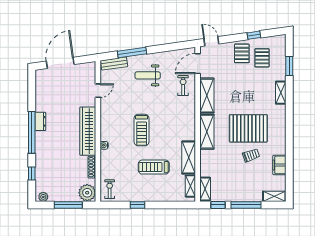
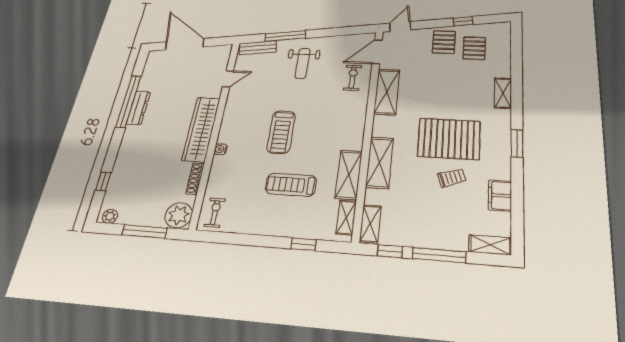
door: (211, 41) -> (400, 27), hinge flipped
door: (60, 63) -> (185, 44), hinge flipped
window: (289, 66) -> (517, 143), moved
weight bench: (148, 75) -> (303, 63), turned -90
dresser: (40, 121) -> (138, 108), width x1.44
window: (32, 132) -> (129, 101), moved
shelving: (207, 132) -> (380, 163), moved
window: (138, 205) -> (303, 244), moved

